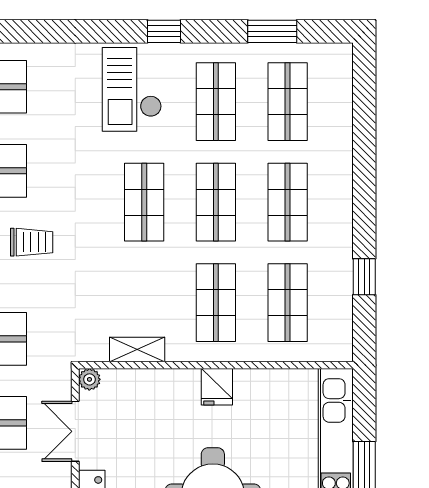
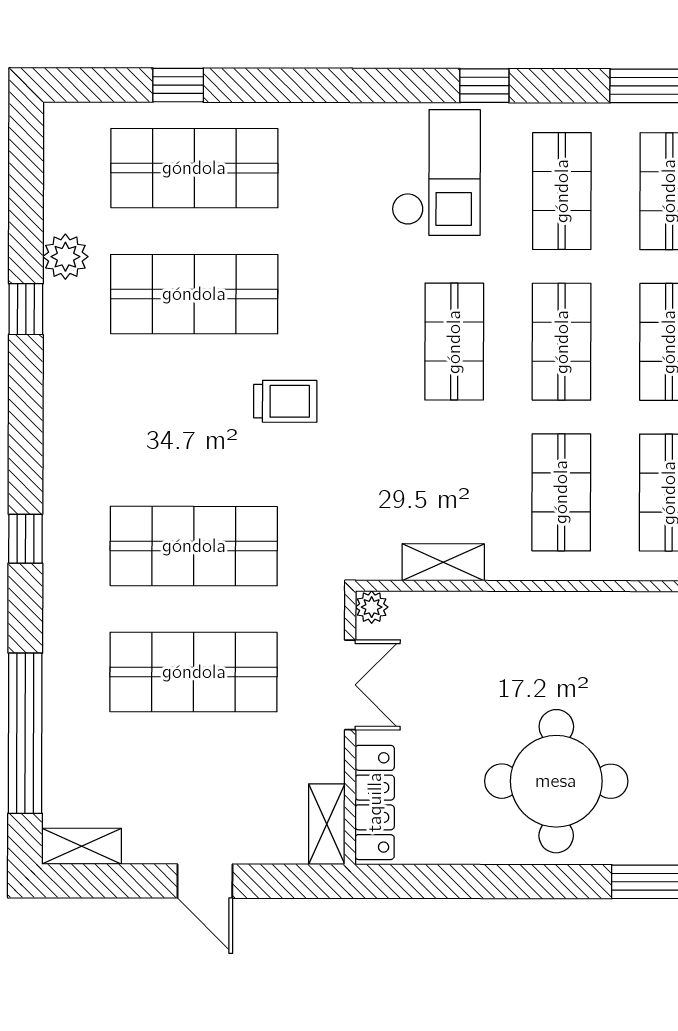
checkout: (132, 89) -> (436, 173), turned 180
fridge: (217, 387) -> (563, 619), removed
double door: (75, 431) -> (350, 685), swing flipped

